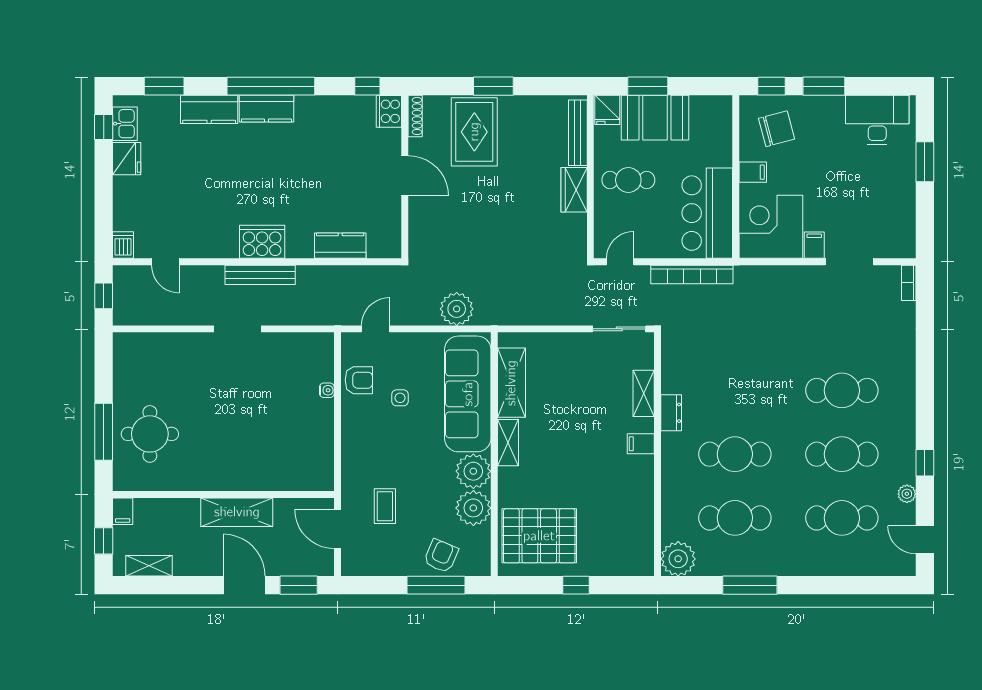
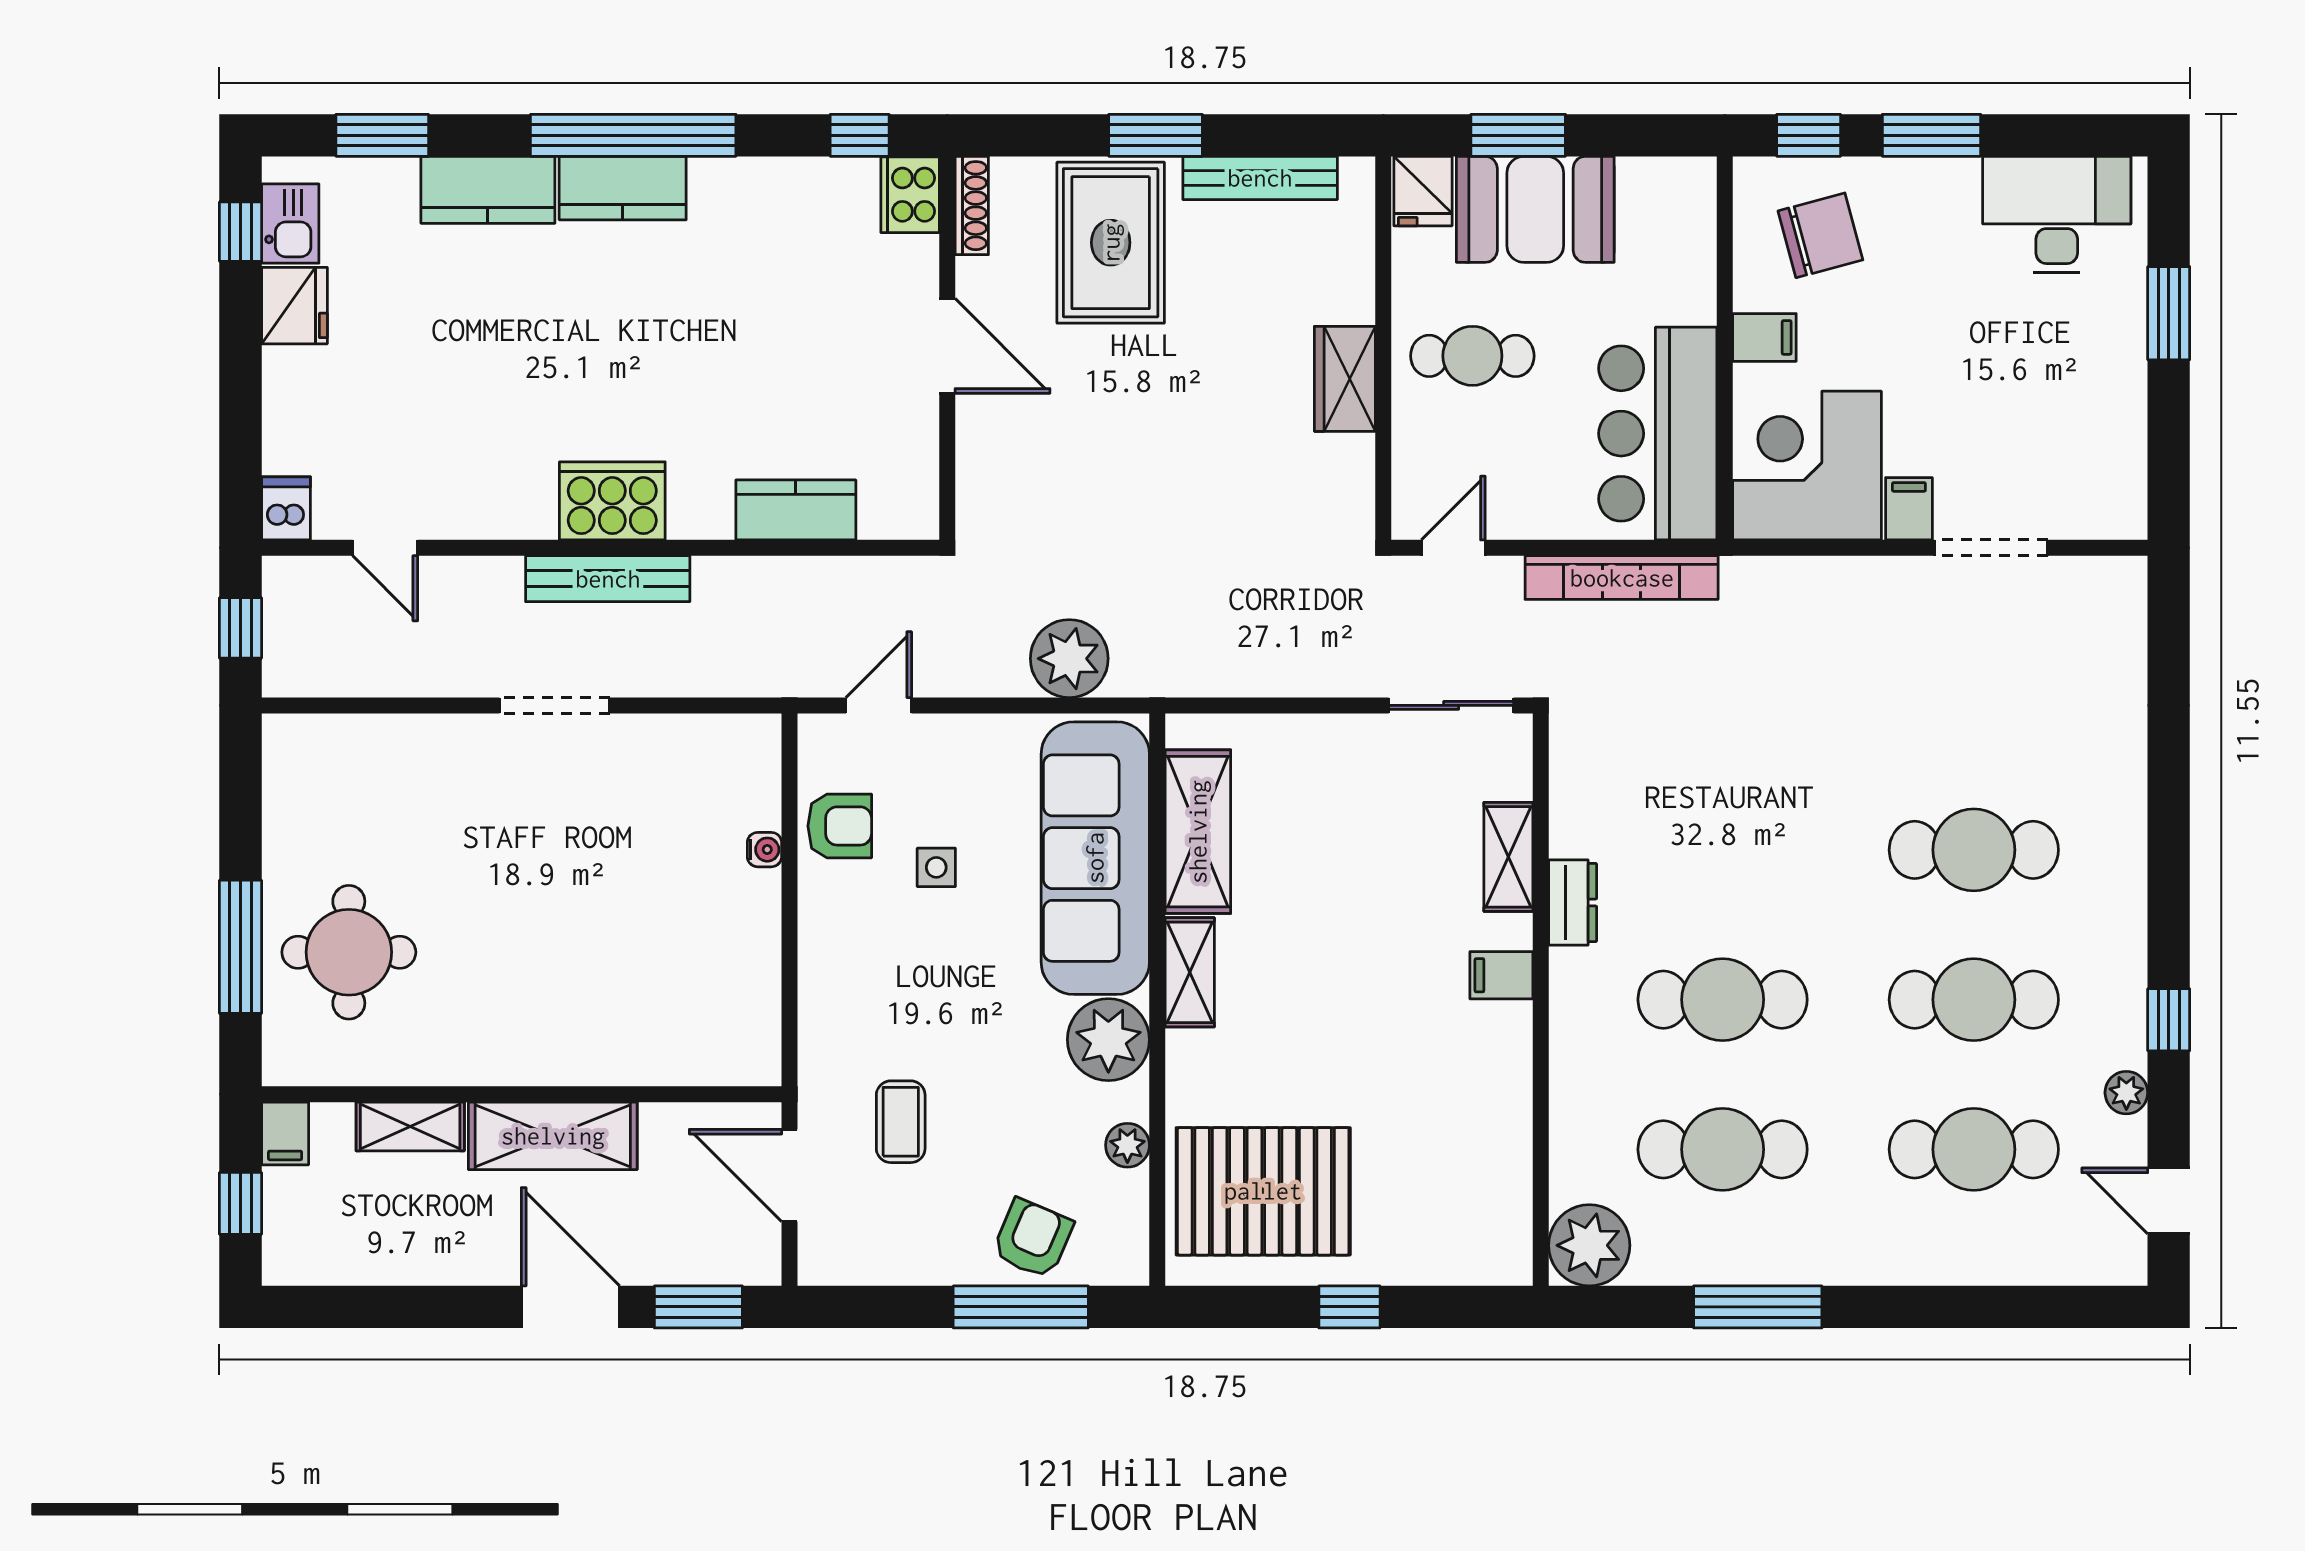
bench: (578, 133) -> (1260, 178), moved, turned 90
bookcase: (909, 283) -> (2131, 597), removed
plant: (473, 508) -> (1127, 1145), width x0.53, depth x0.53
shelving: (149, 566) -> (410, 1126), moved

